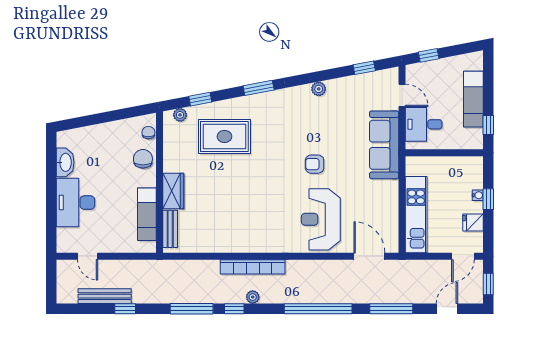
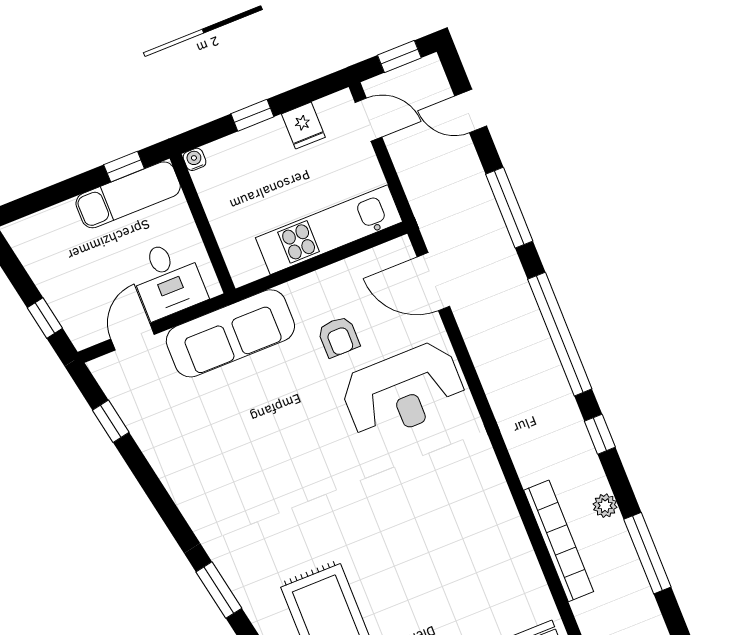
plant: (319, 89) -> (179, 485), removed
exam couch: (473, 99) -> (128, 195), moved
armchair: (315, 164) -> (339, 337), moved
water cooler: (478, 195) -> (195, 159), moved
door: (369, 256) -> (433, 282), hinge flipped
bookcase: (253, 267) -> (559, 541), moved
plant: (253, 297) -> (605, 506), moved
window: (234, 309) -> (600, 434), moved

